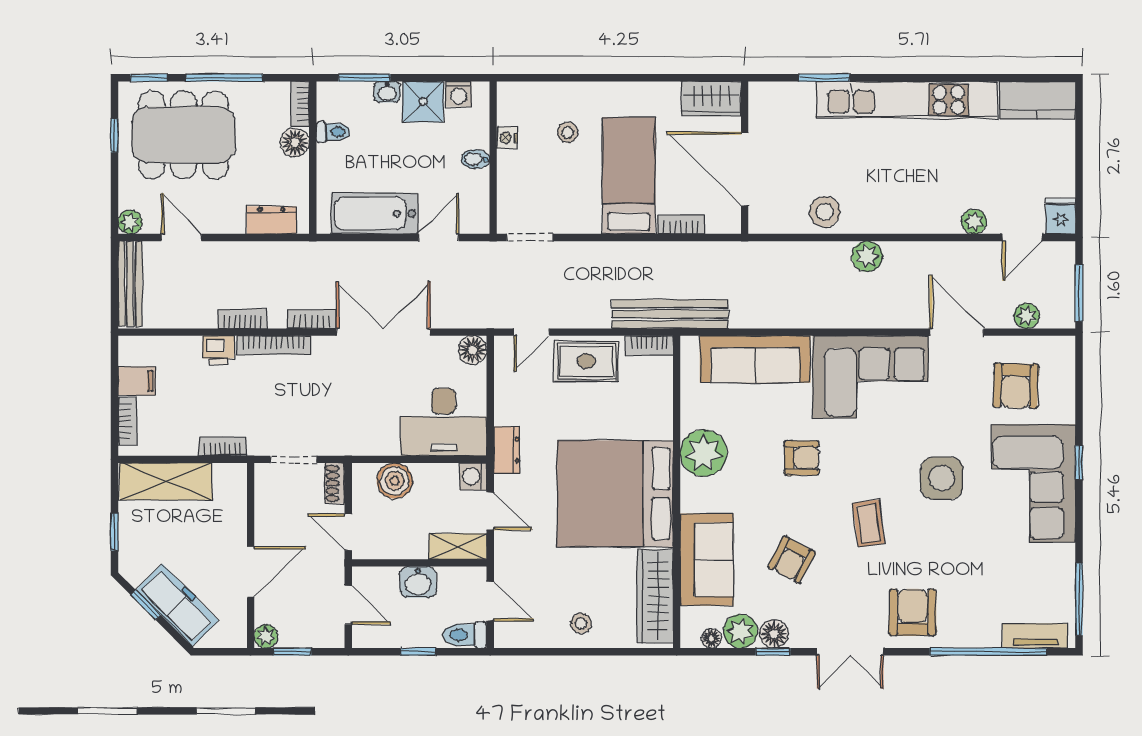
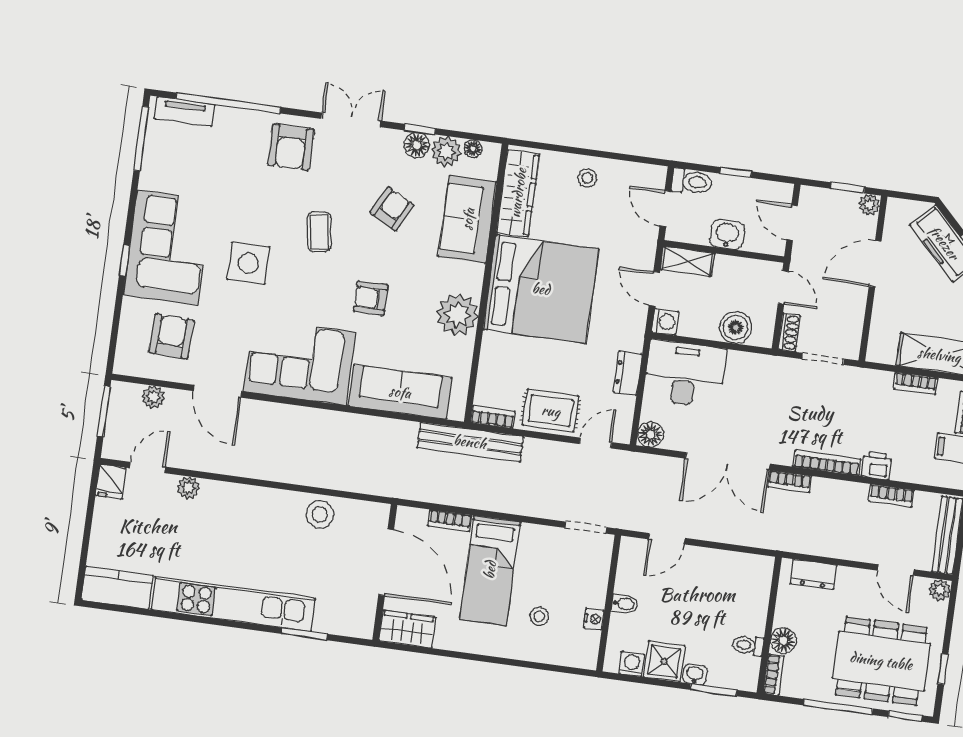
bathtub: (374, 213) -> (721, 568), removed
plant: (867, 256) -> (288, 470), removed
bookcase: (243, 319) -> (891, 496), moved
bookcase: (223, 446) -> (916, 383), moved
dresser: (507, 450) -> (628, 373), moved

